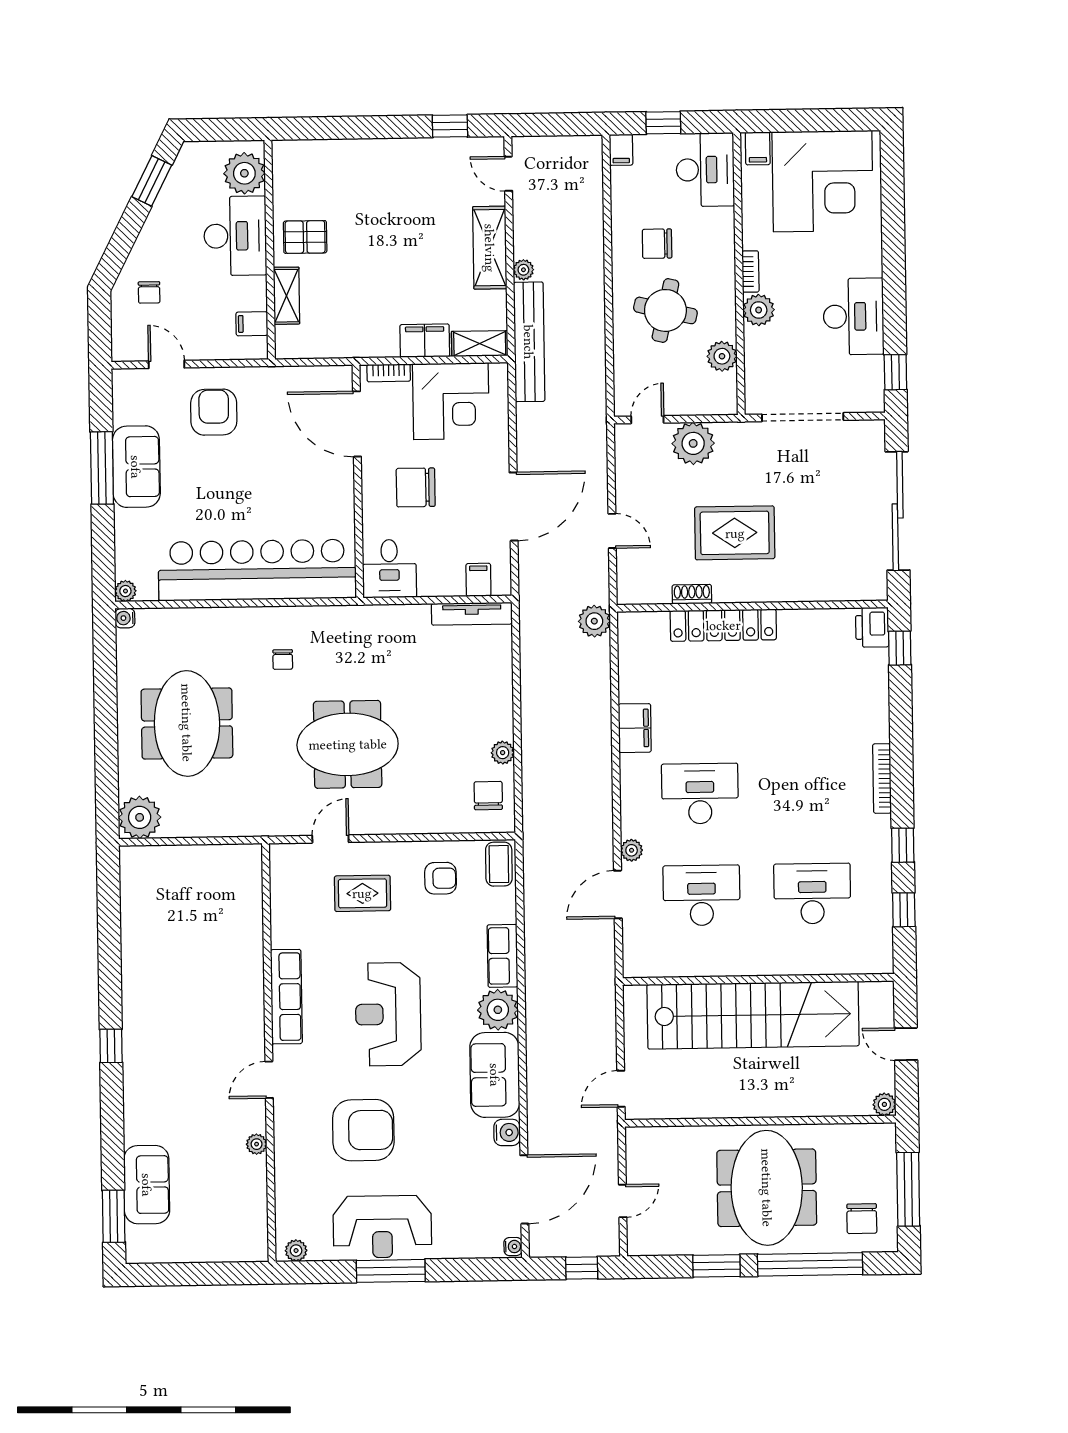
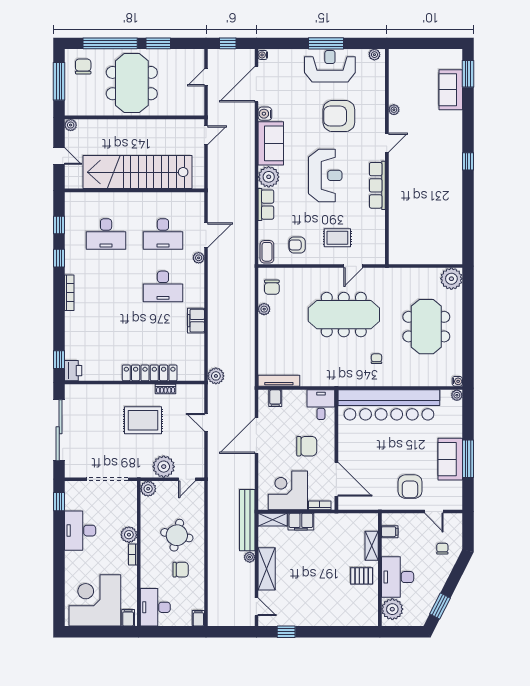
window: (663, 123) -> (176, 632), removed
plant: (722, 356) -> (148, 489), moved
meeting table: (348, 744) -> (344, 315), width x1.36

